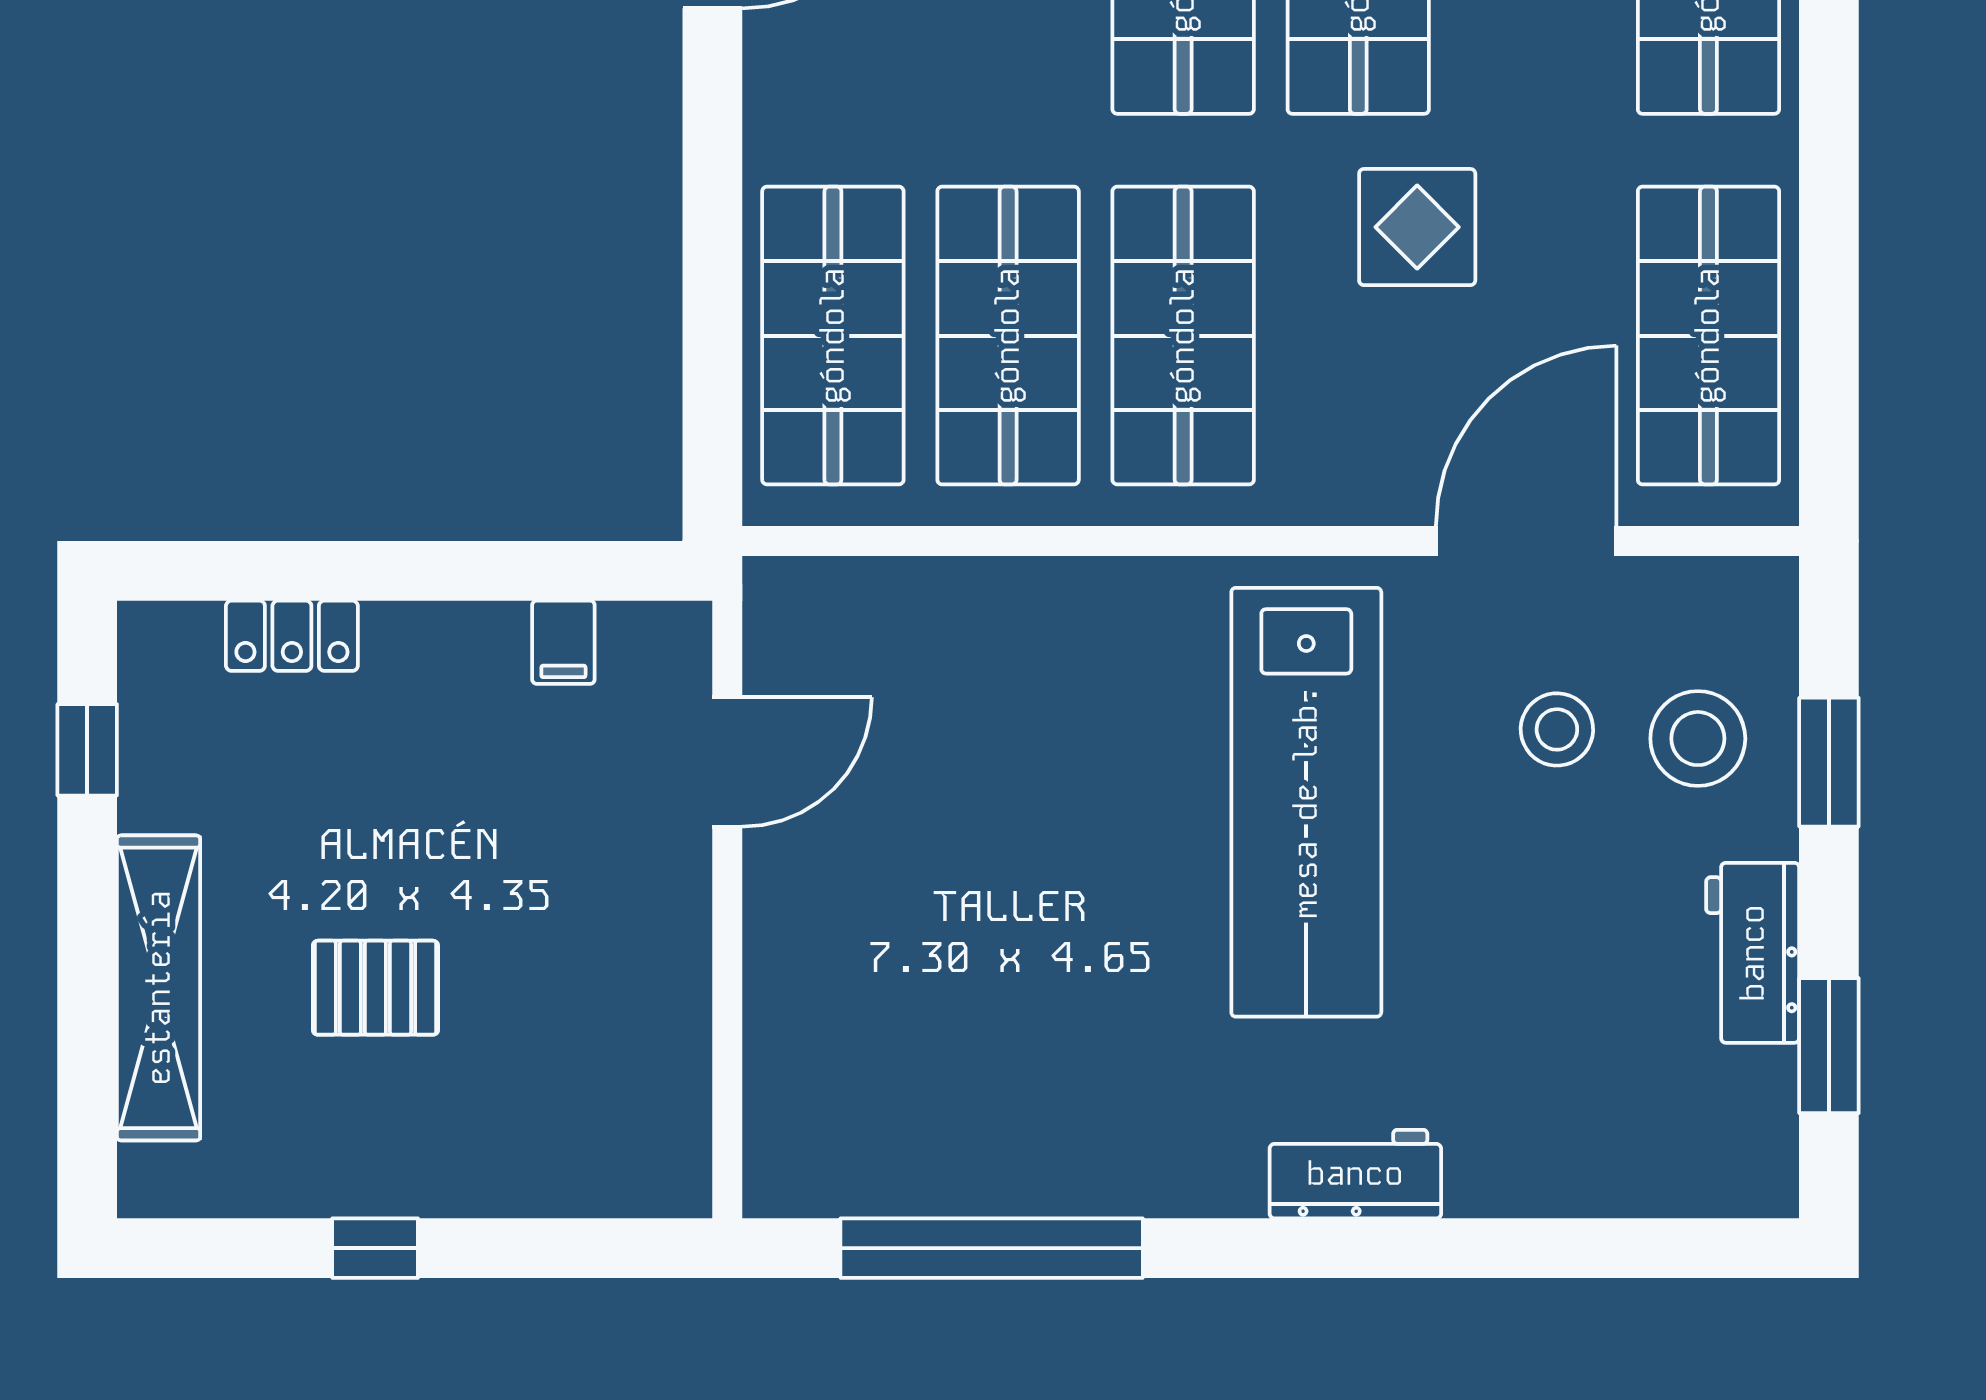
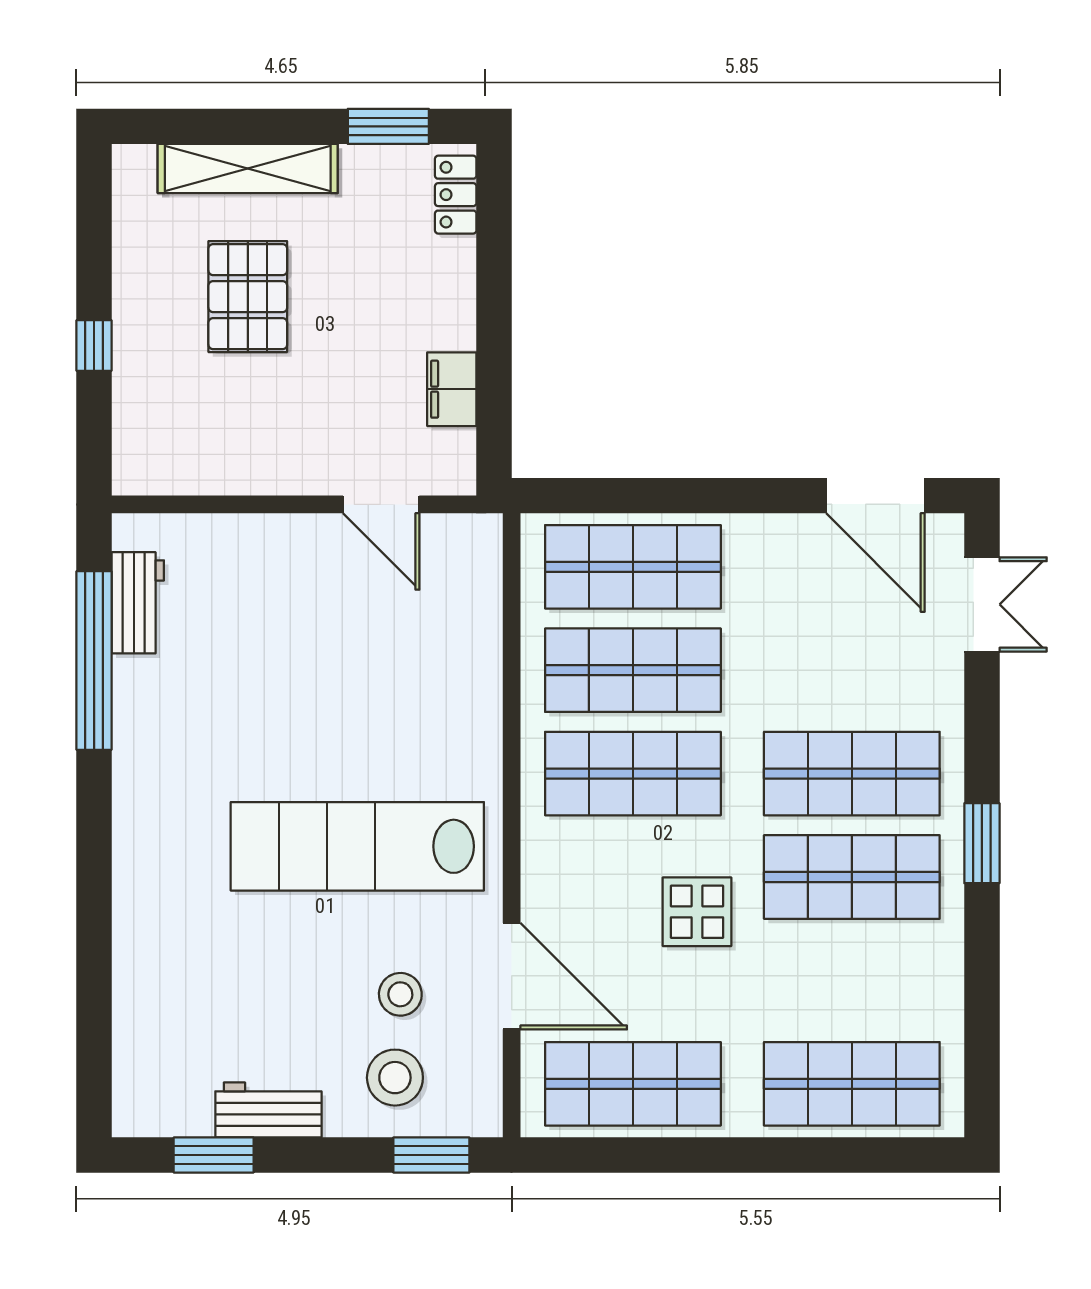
locker: (292, 636) -> (456, 195), moved
filing cabinet: (563, 642) -> (452, 389), width x2.00
window: (87, 750) -> (388, 126), width x1.50
window: (1829, 762) -> (431, 1155), moved
pallet: (375, 988) -> (248, 297), width x1.50, depth x1.42
workbench: (1355, 1174) -> (138, 603), moved
window: (375, 1248) -> (94, 345), moved

